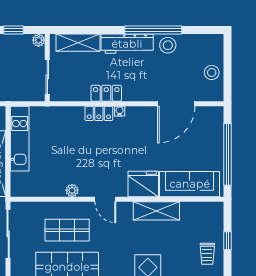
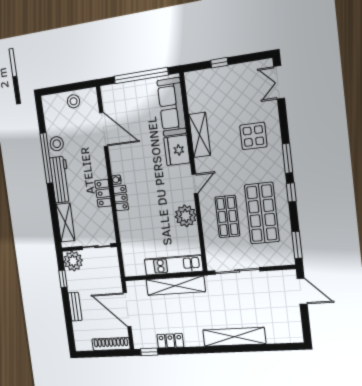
plant: (39, 40) -> (73, 261), width x1.88, depth x1.88
kitchen unit: (20, 139) -> (174, 265), moved
plant: (72, 190) -> (186, 216), width x1.88, depth x1.88
trolley: (207, 254) -> (234, 80), removed

